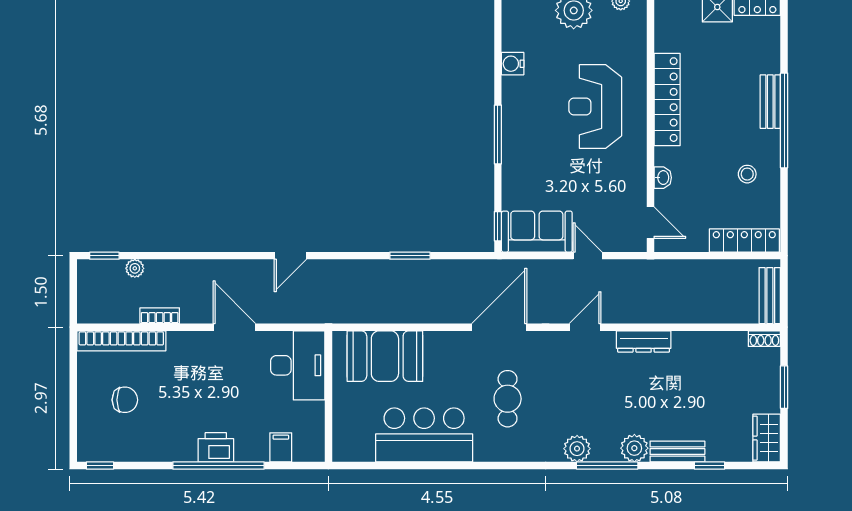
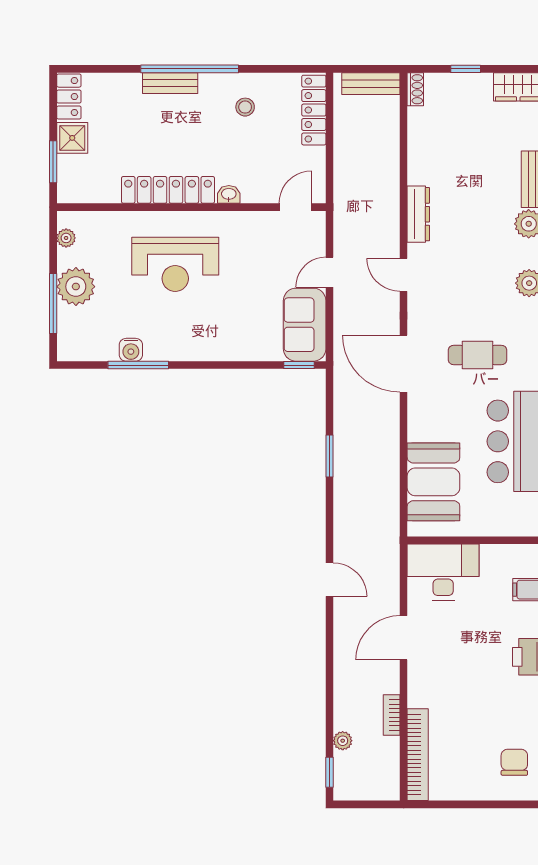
window: (498, 134) -> (138, 365), moved
washbasin: (663, 178) -> (229, 194), moved
window: (784, 387) -> (466, 69), width x0.67
chair: (125, 400) -> (514, 762), moved

